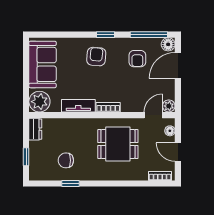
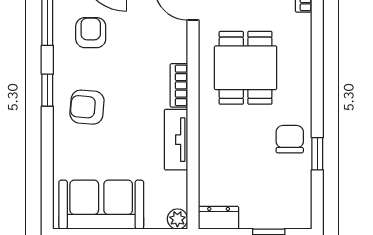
armchair: (137, 59) -> (91, 33), turned -90
plant: (39, 102) -> (177, 219), width x0.53, depth x0.53
chair: (66, 160) -> (290, 139), moved, turned 180

